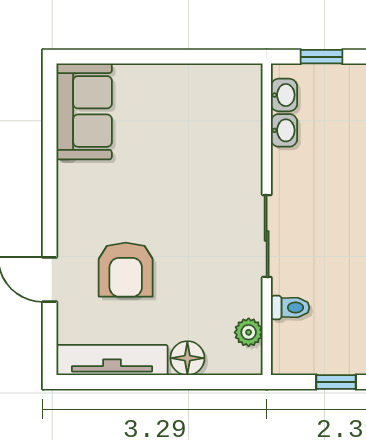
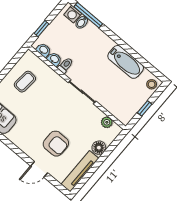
coffee table: (194, 111) -> (25, 82), added
toilet: (290, 308) -> (65, 65), moved

